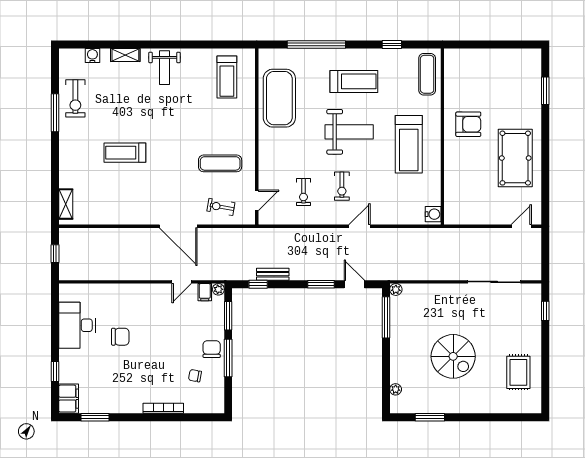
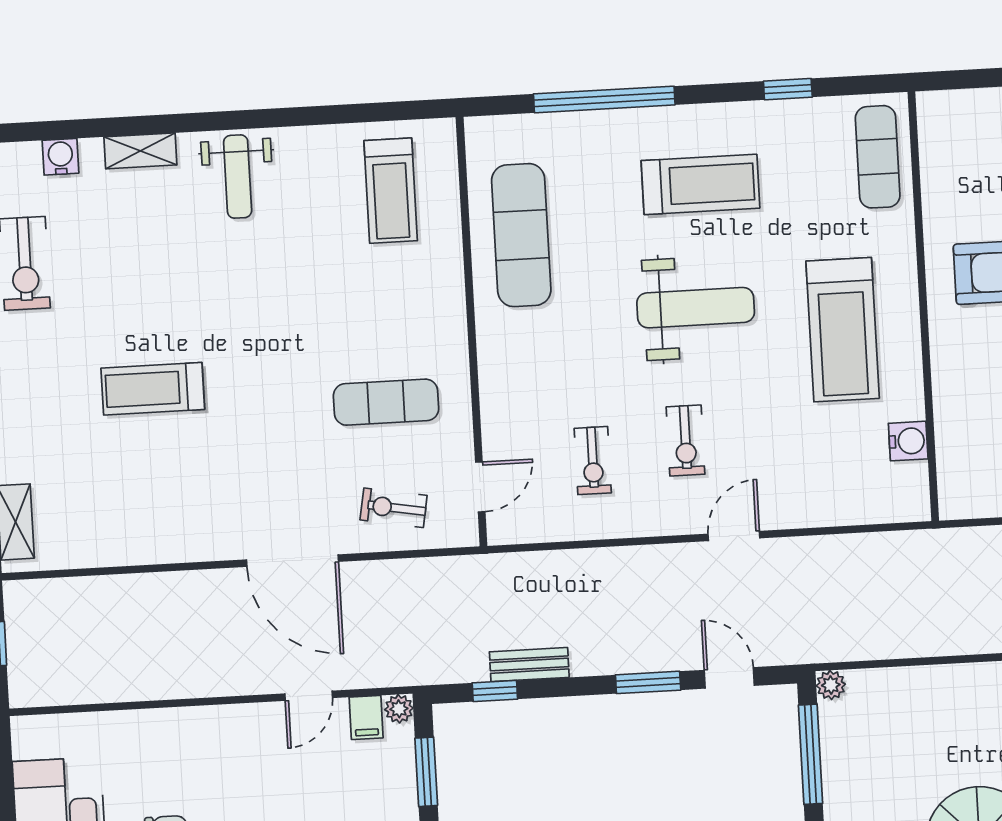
exercise mat: (279, 98) -> (521, 235), width x0.68
water cooler: (433, 214) -> (908, 441), moved

